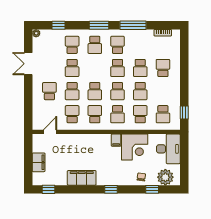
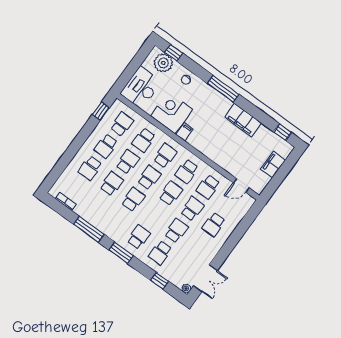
school desk: (118, 45) -> (106, 146), moved
double door: (28, 64) -> (205, 278), moved
window: (111, 189) -> (223, 89), width x2.17
window: (152, 189) -> (174, 53), moved

